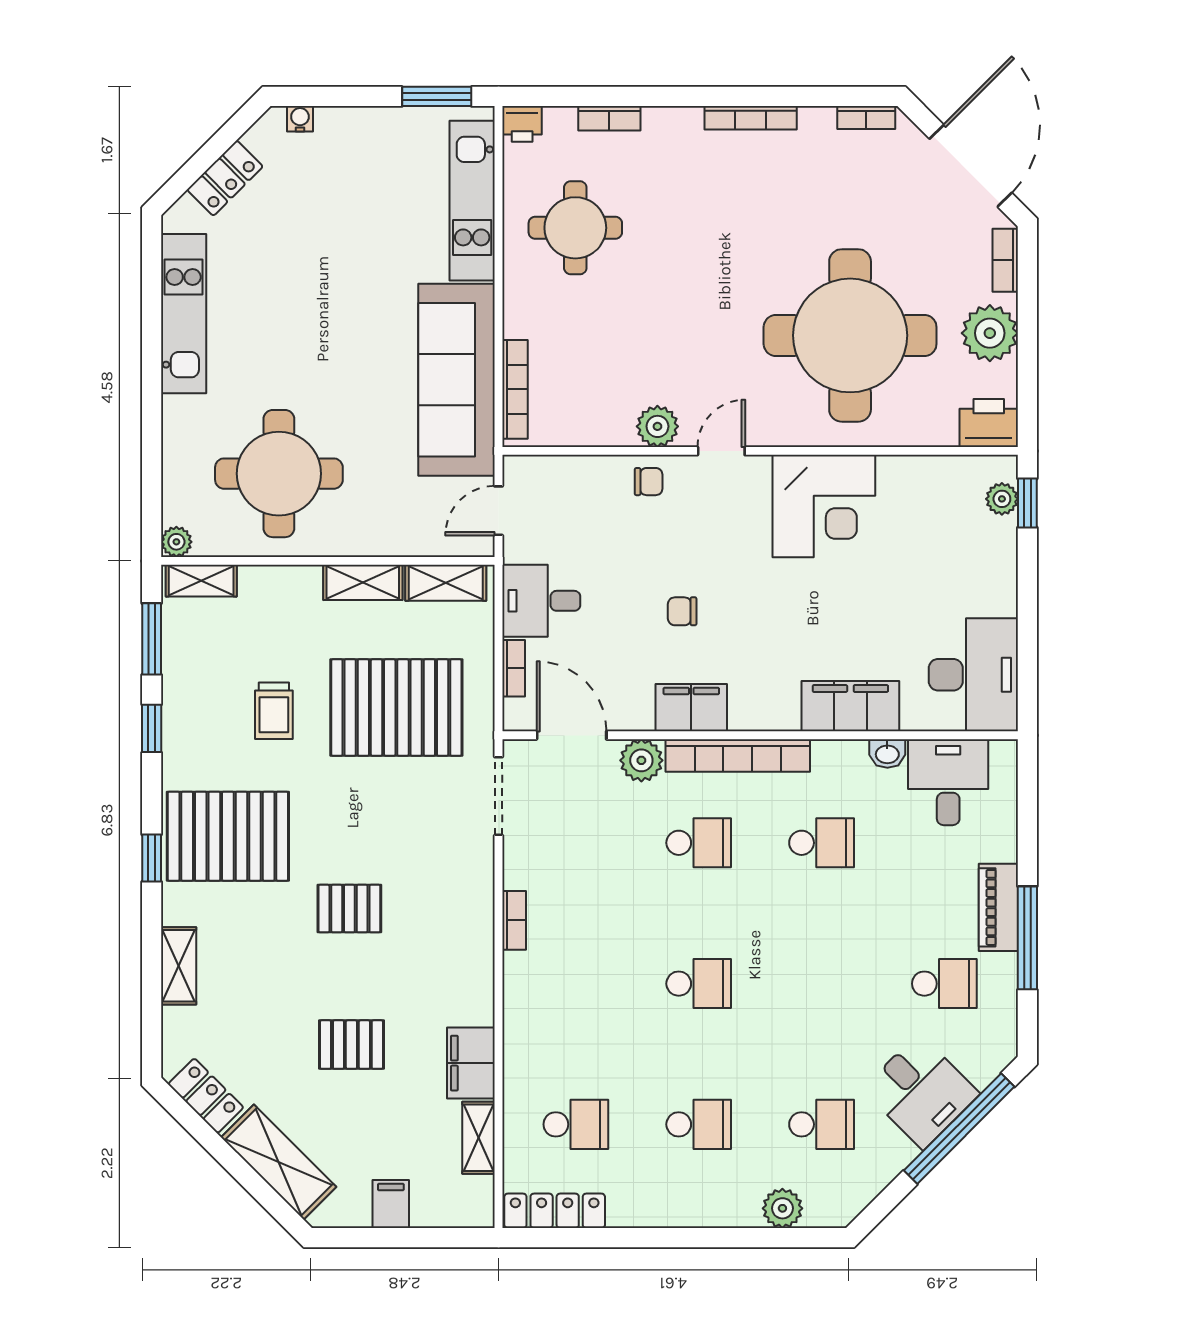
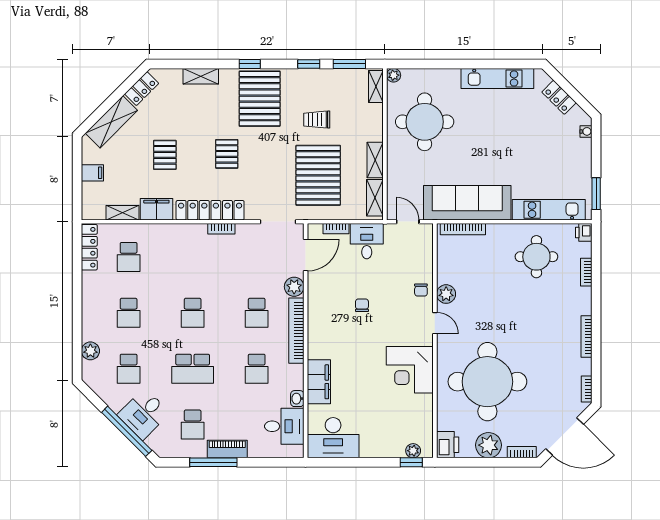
filing cabinet: (691, 708) -> (318, 309), removed
locker: (473, 945) -> (210, 210), added
school desk: (822, 984) -> (193, 369), added

